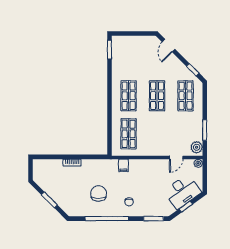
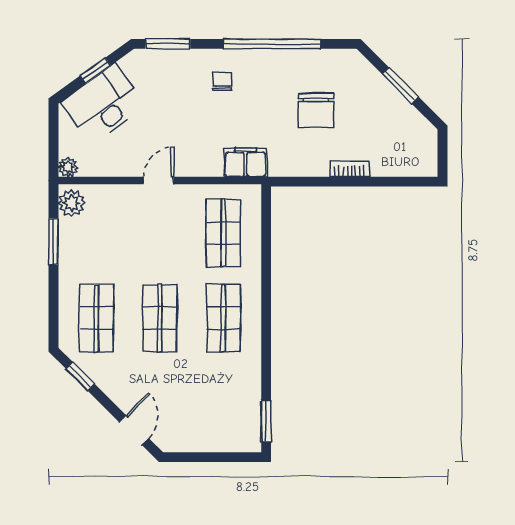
door: (176, 157) -> (159, 180), moved
filing cabinet: (123, 165) -> (246, 162), width x2.00
chair: (99, 193) -> (316, 110), moved

